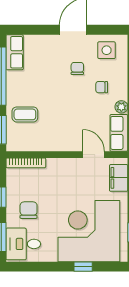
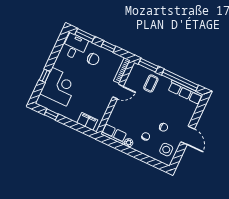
row of seats: (15, 52) -> (185, 92), width x1.48
door: (93, 155) -> (118, 92), moved
corner desk: (89, 231) -> (59, 87), width x0.74, depth x0.74

